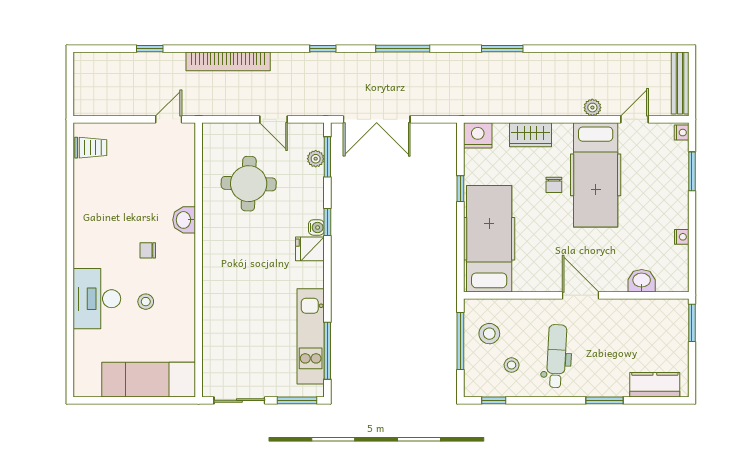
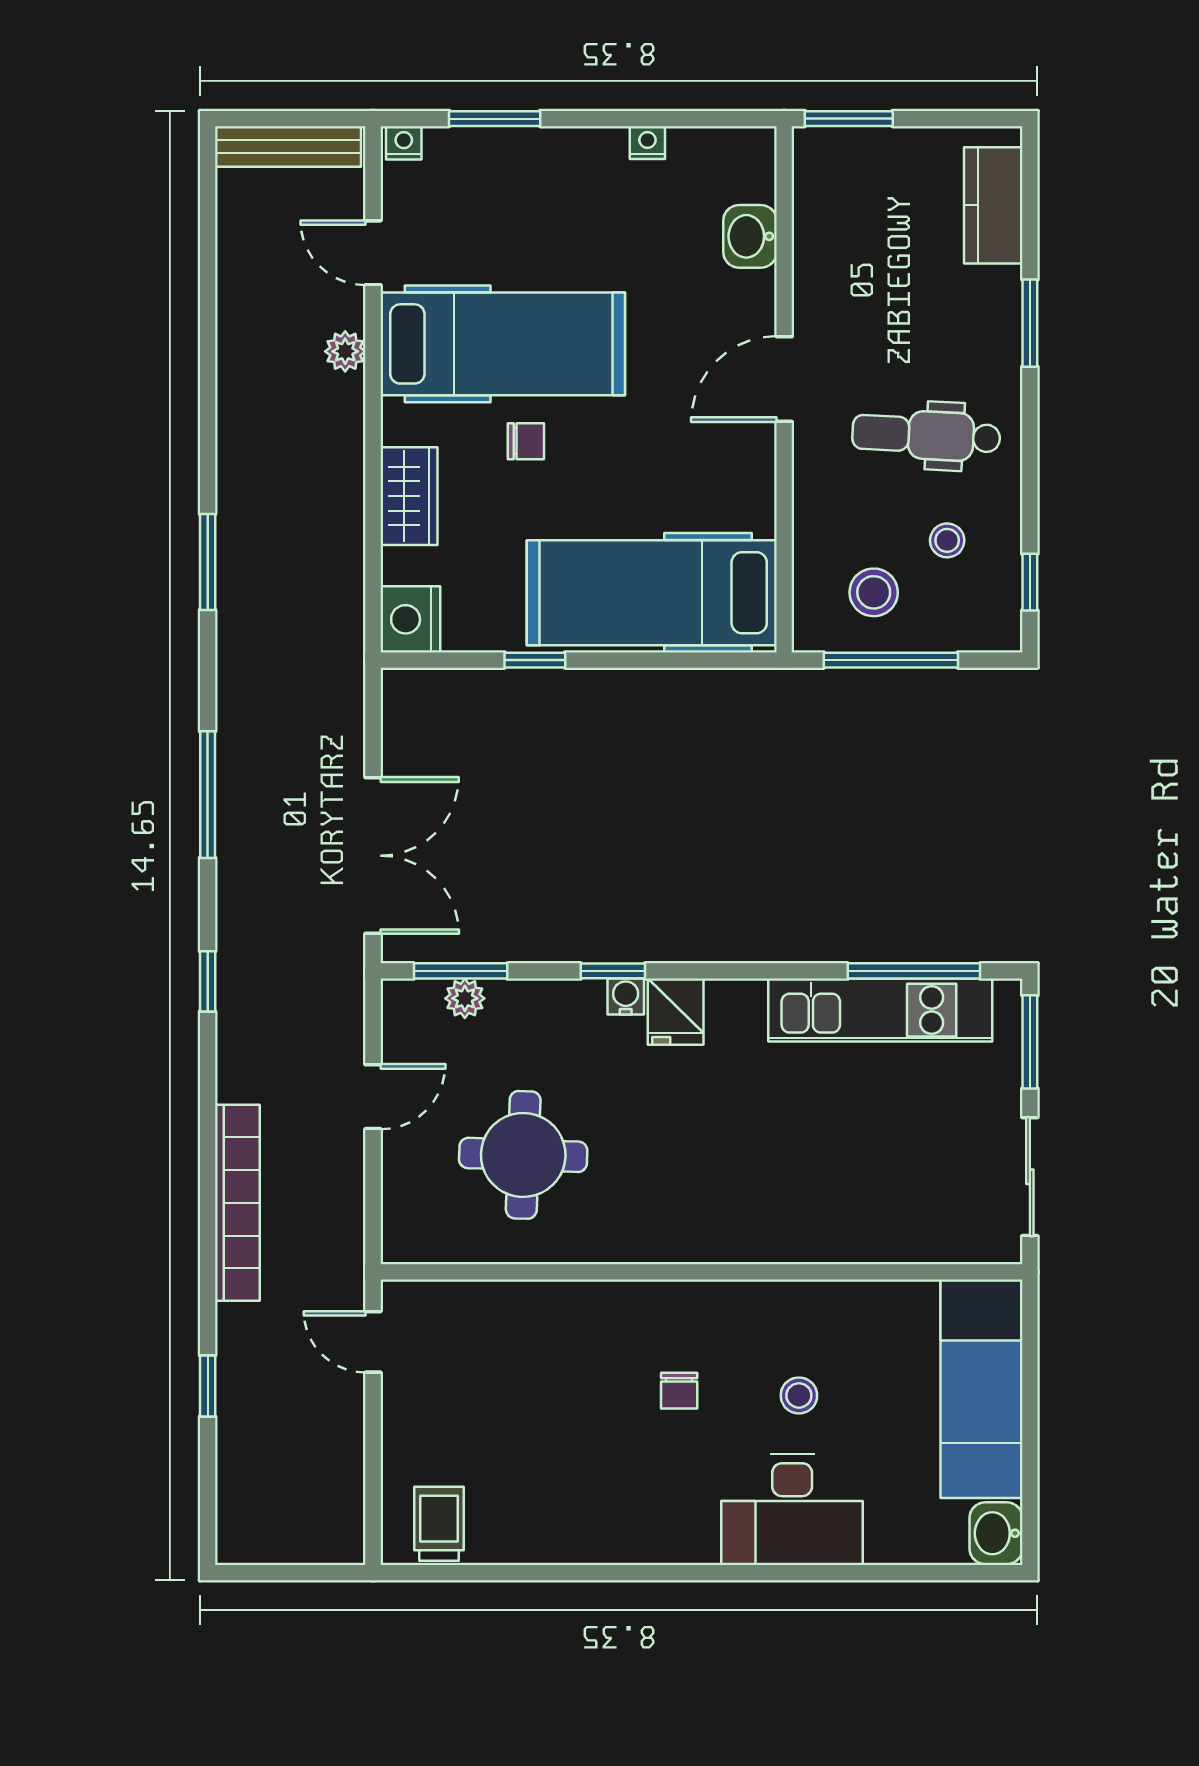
washbasin: (184, 220) -> (996, 1533), moved, turned 90

